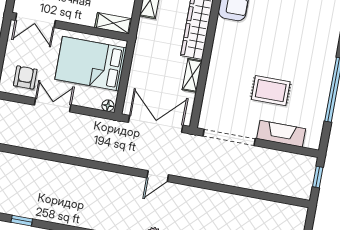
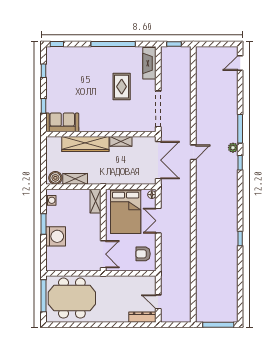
double door: (53, 105) -> (158, 221), moved
double door: (156, 124) -> (158, 160), swing flipped
fireplace: (281, 134) -> (149, 63), moved
door: (158, 176) -> (193, 152), hinge flipped

